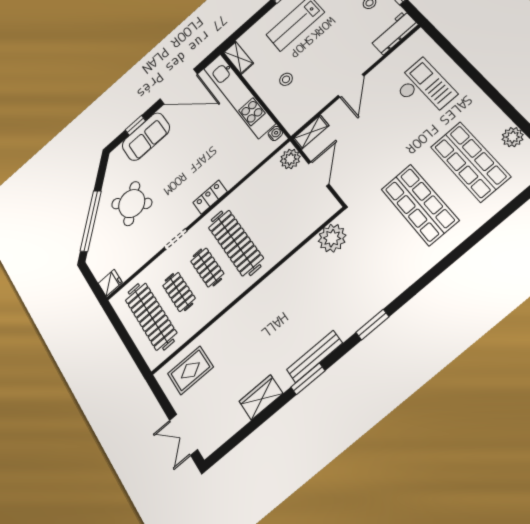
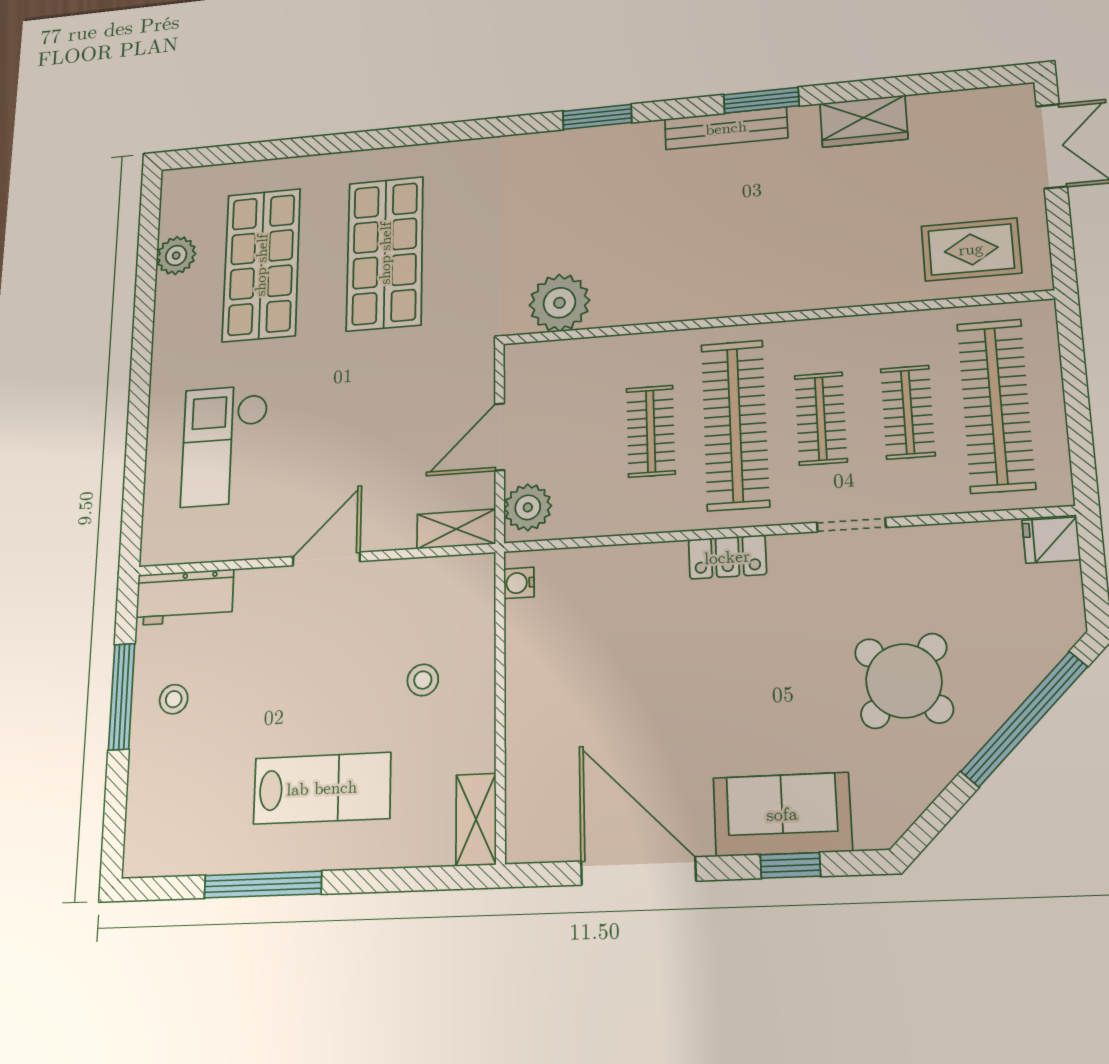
kitchen unit: (239, 96) -> (531, 729), removed
clothes rail: (264, 218) -> (651, 431), added

